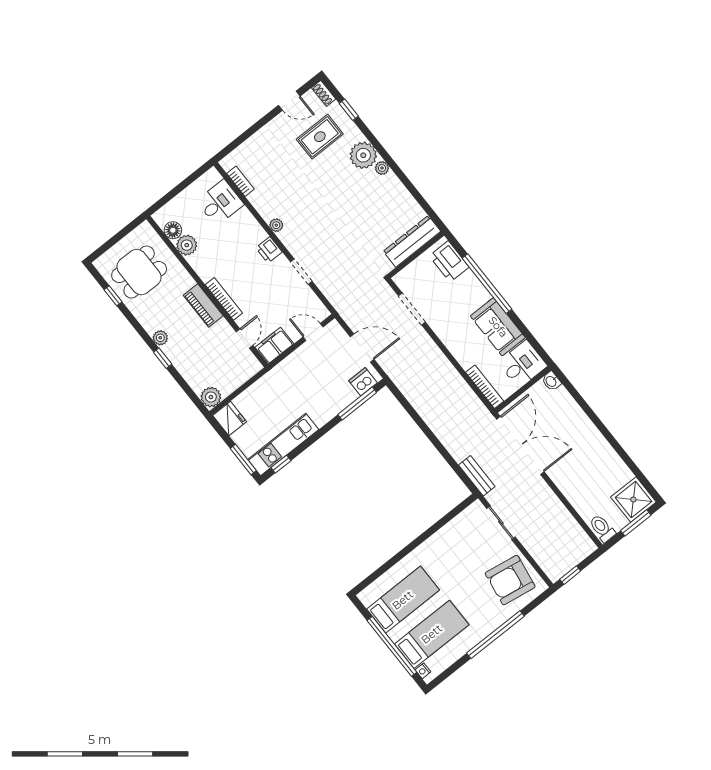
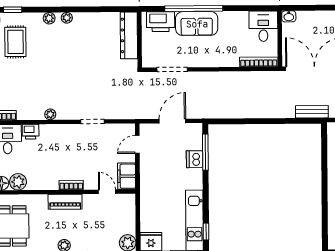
plant: (363, 155) -> (49, 18), width x0.53, depth x0.53
printer: (269, 250) -> (31, 132), moved
bookcase: (224, 299) -> (71, 185), width x0.64
sofa: (498, 327) -> (197, 24), moved
dishwasher: (363, 382) -> (195, 159), moved

